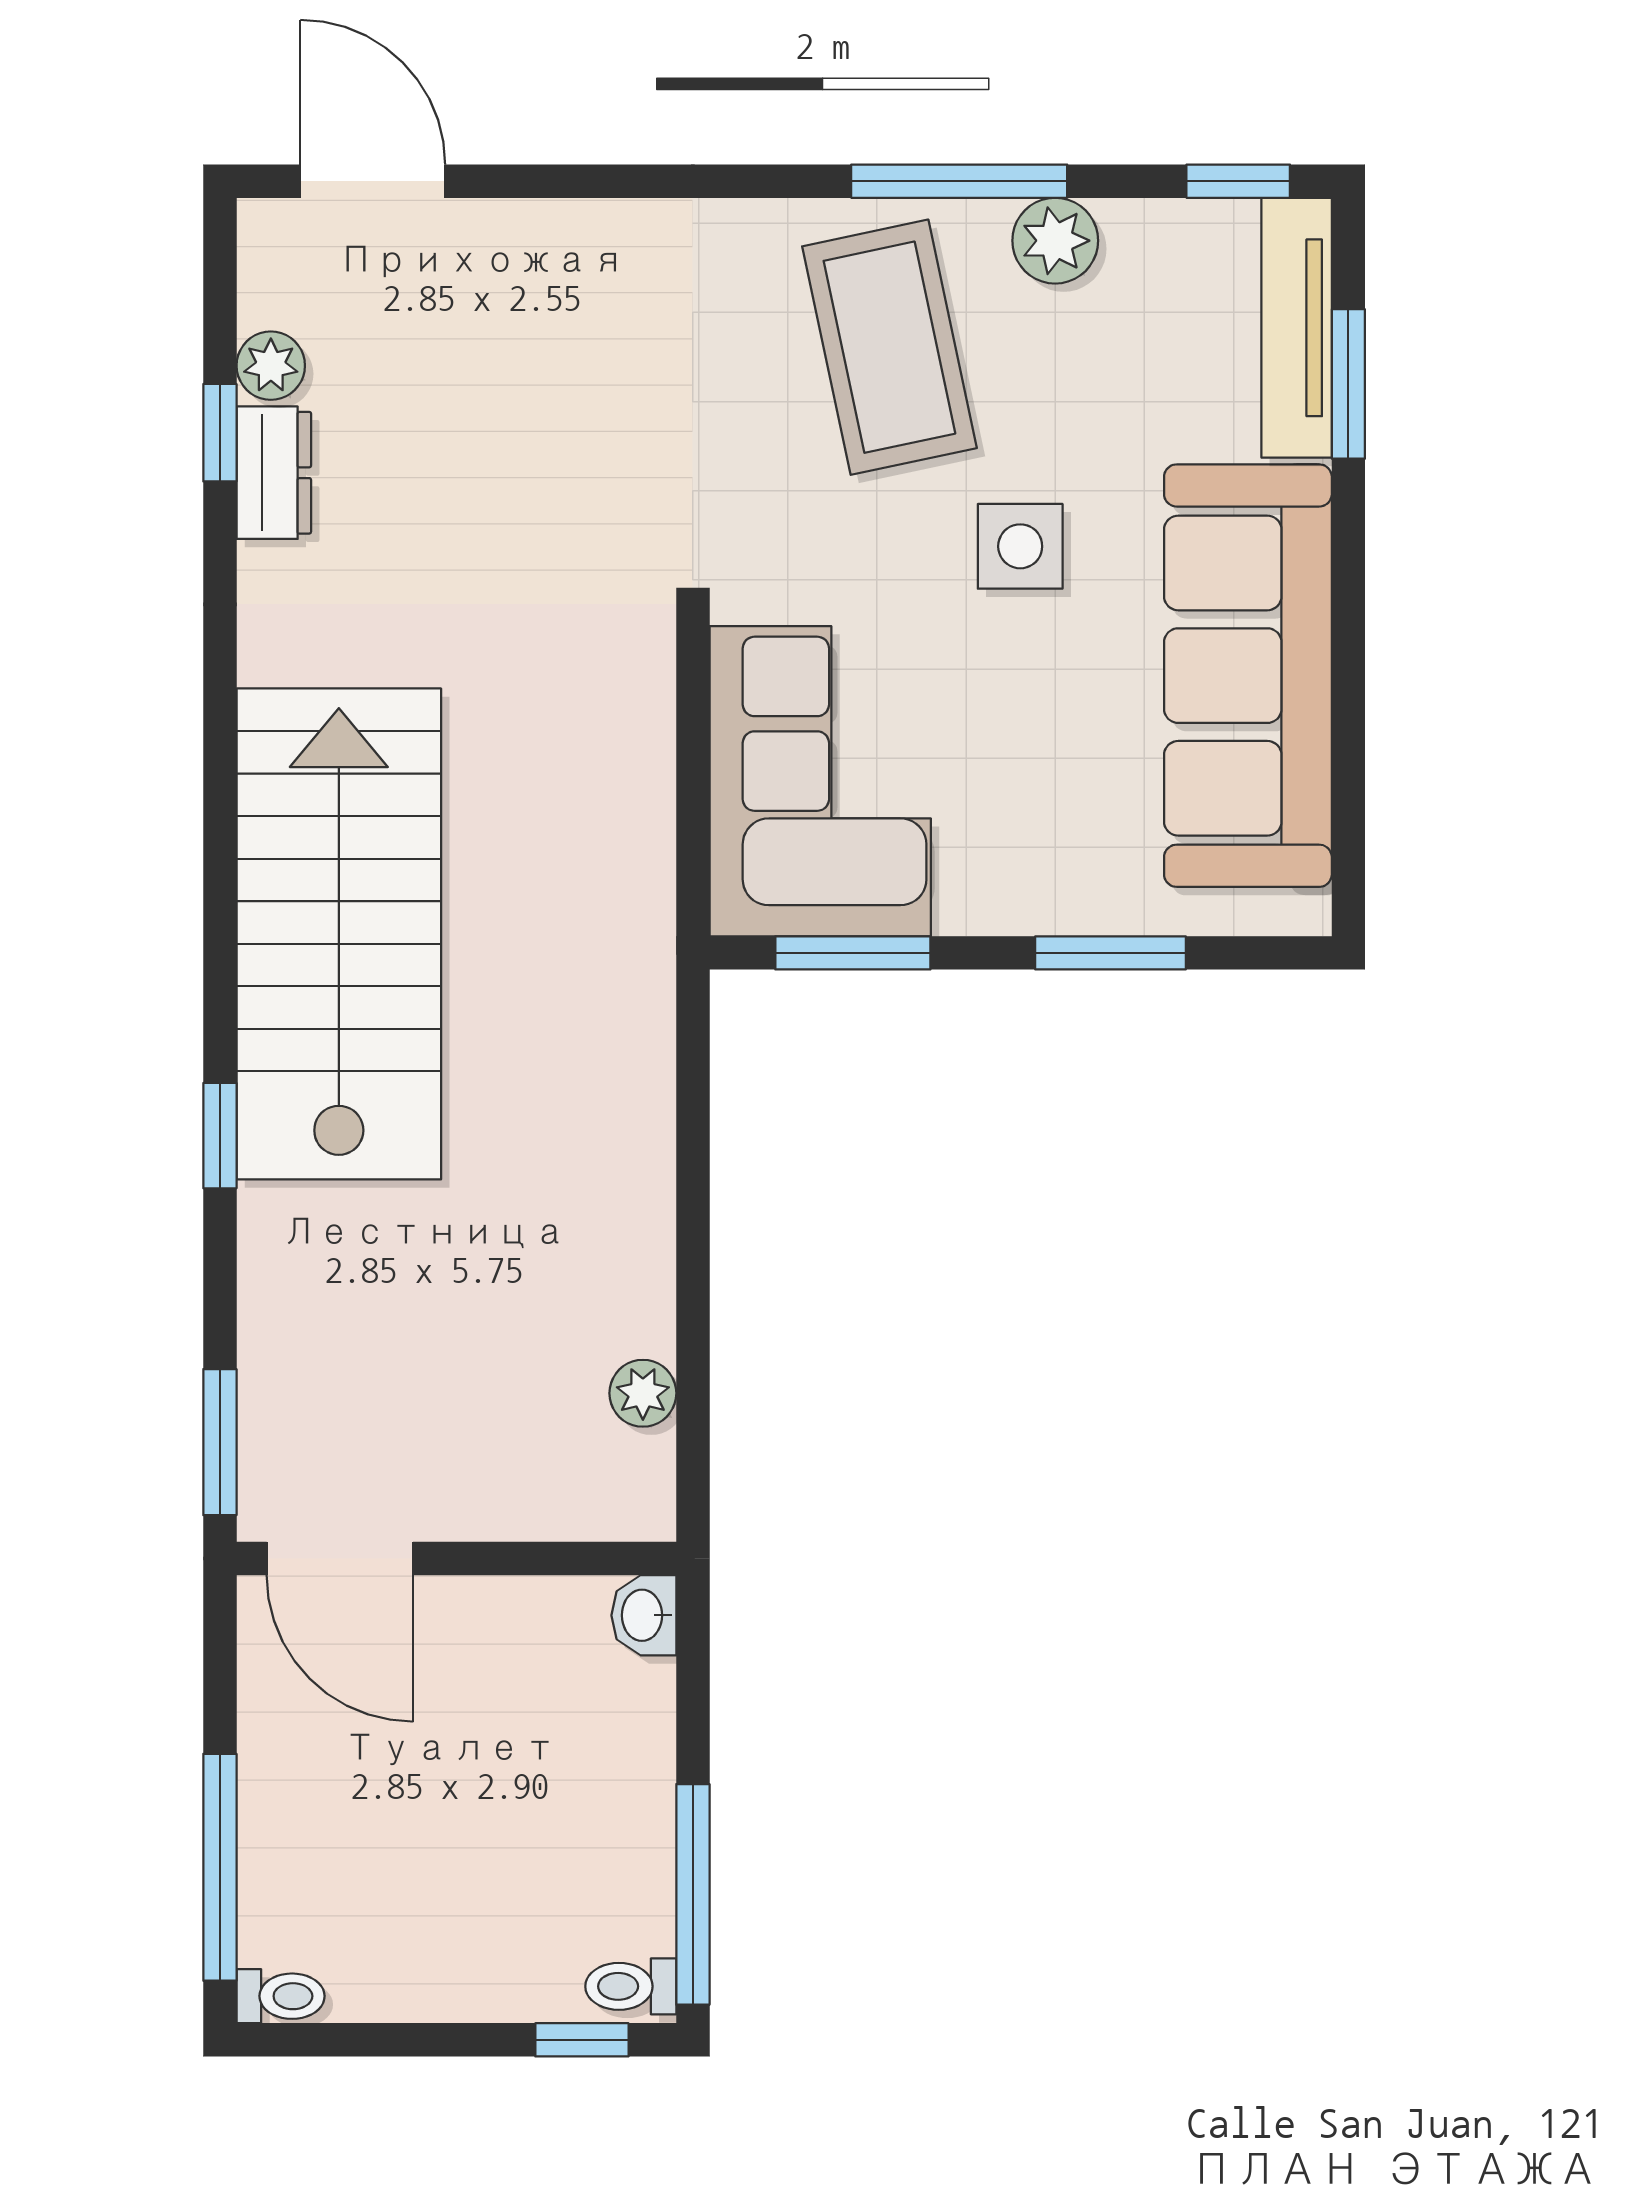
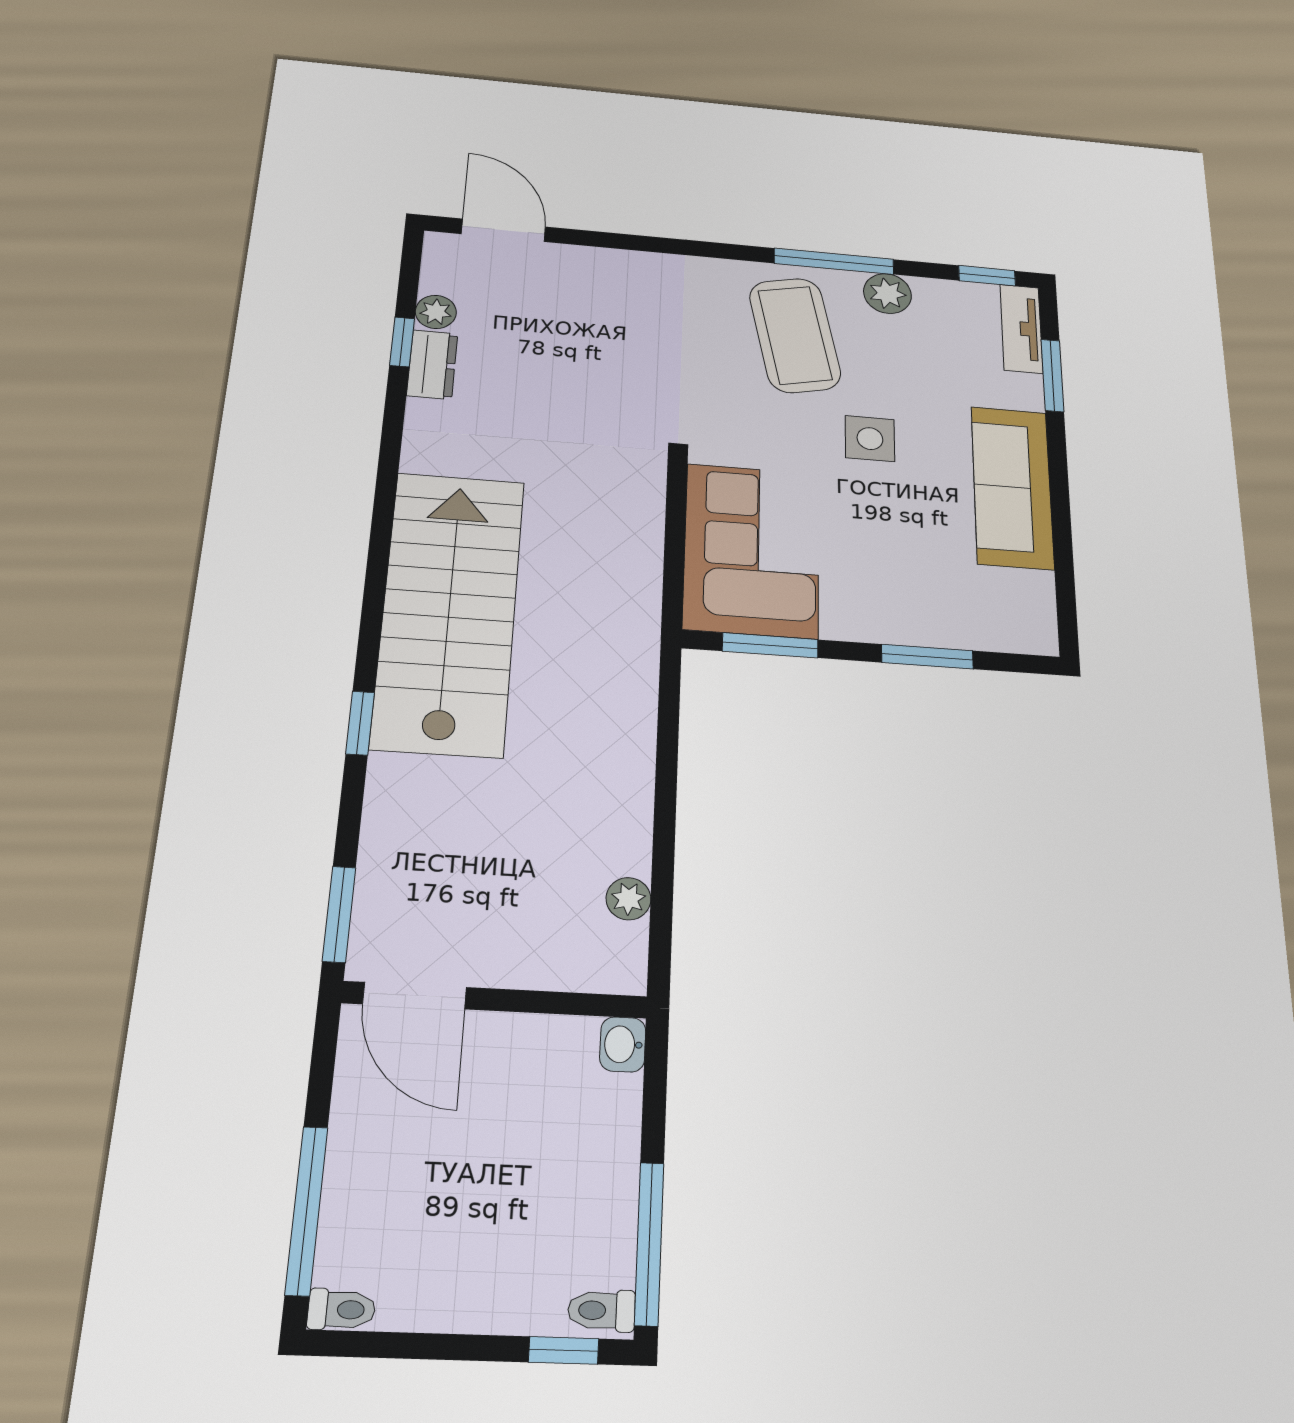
tv unit: (1297, 328) -> (1021, 329), width x0.71
sofa: (1248, 676) -> (1012, 487), width x0.74, depth x0.79

